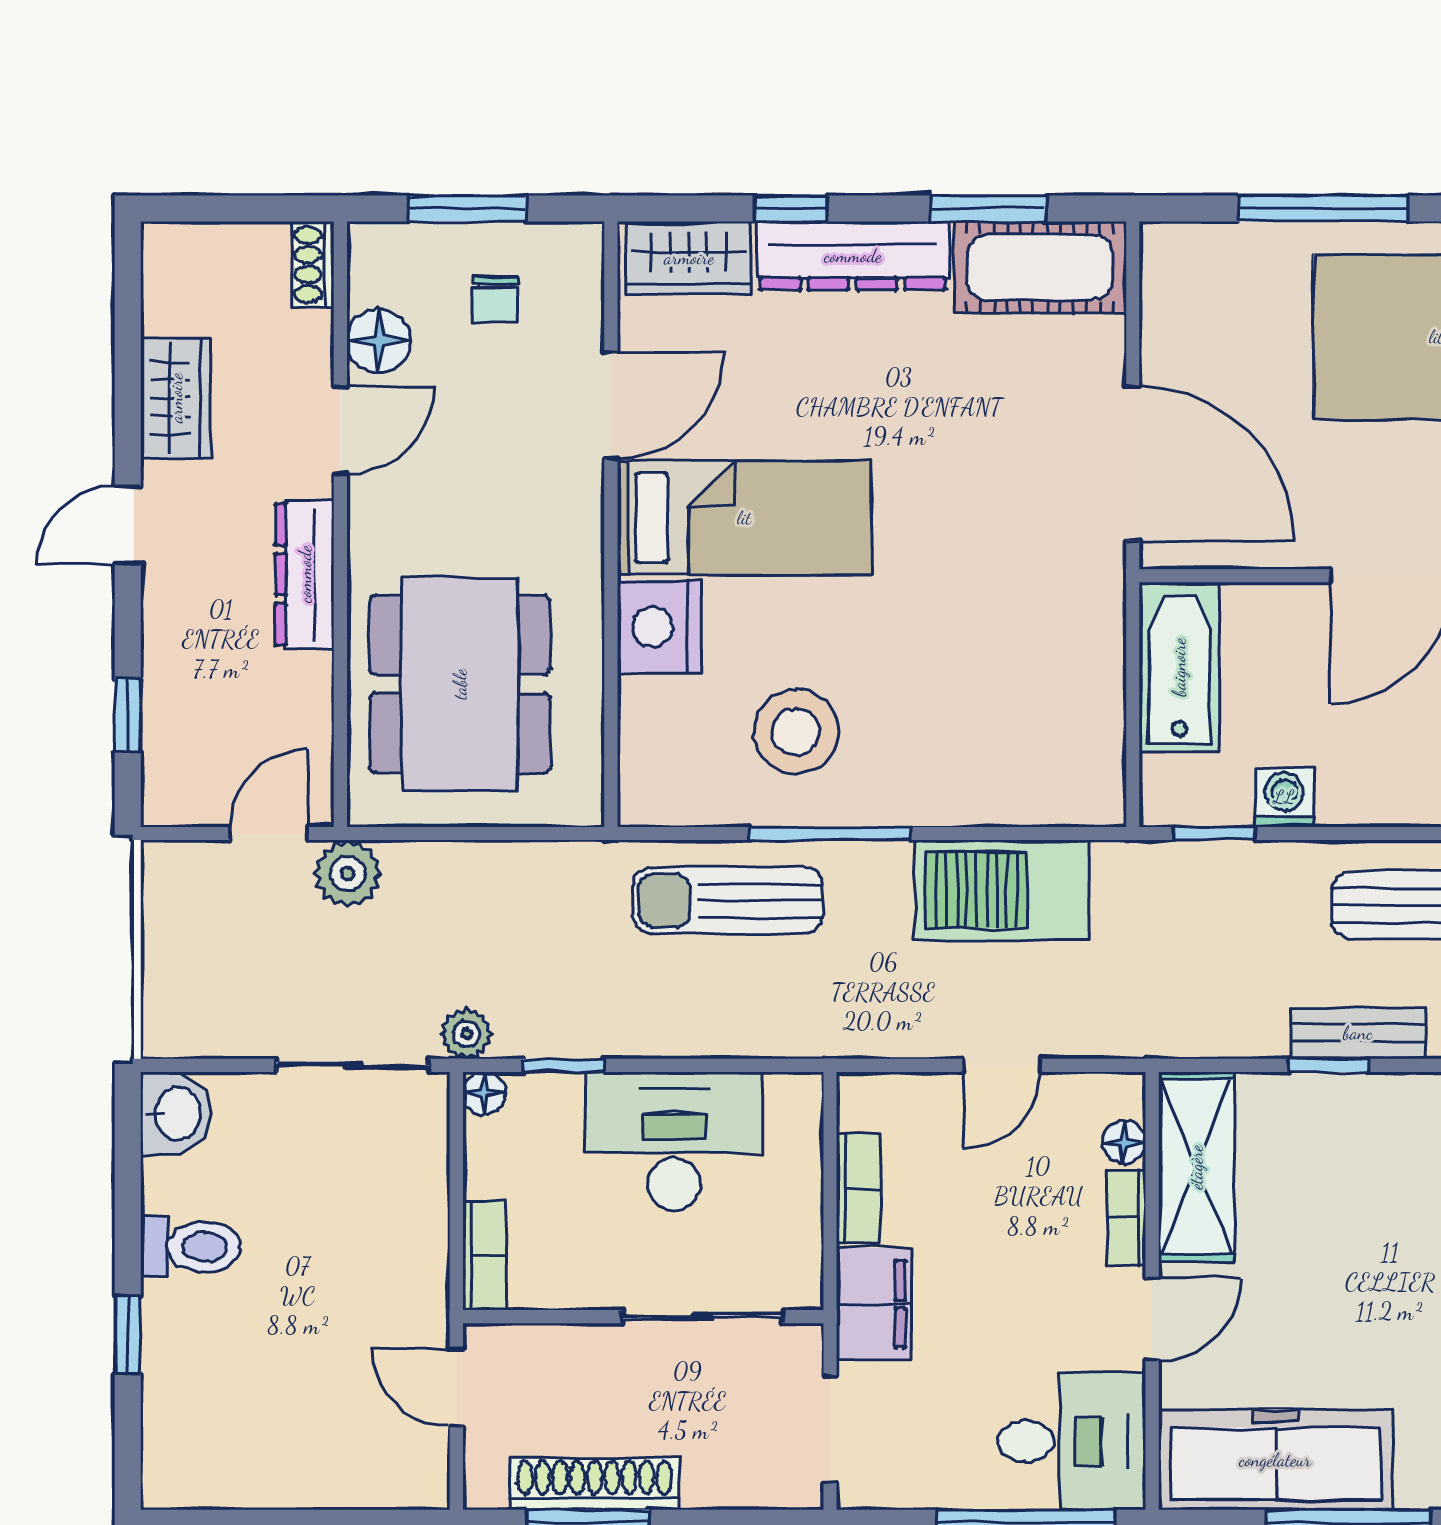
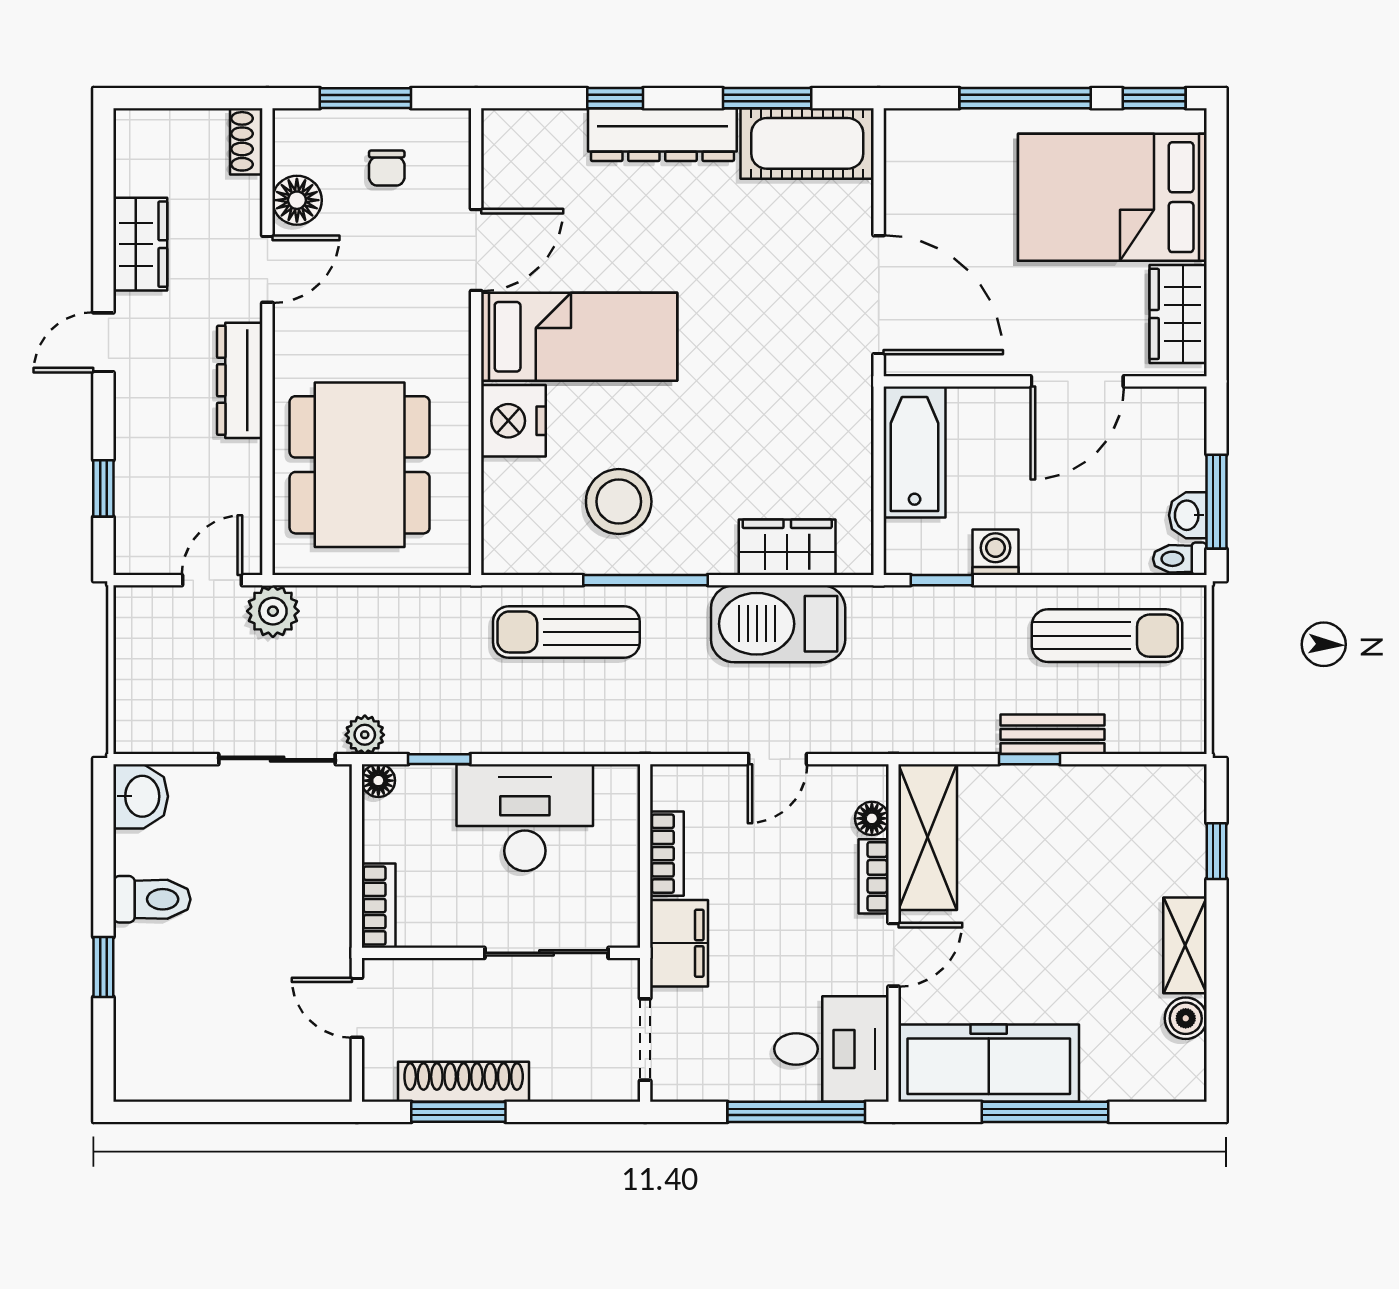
wardrobe: (689, 258) -> (787, 547), moved, turned 180

